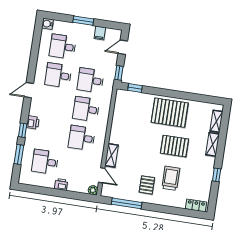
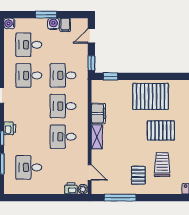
water cooler: (89, 30) -> (53, 24), added
filing cabinet: (118, 121) -> (98, 113), added
shelving: (112, 155) -> (97, 137), moved
printer: (61, 184) -> (71, 188), moved

